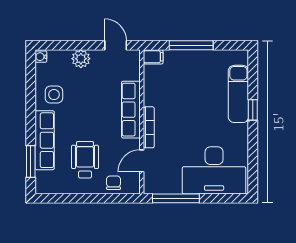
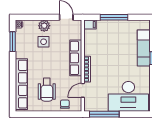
side table: (54, 95) -> (44, 42), moved
row of seats: (45, 140) -> (21, 84), width x1.36
wheelchair: (85, 160) -> (47, 90), turned 180
window: (31, 161) -> (13, 42), moved

